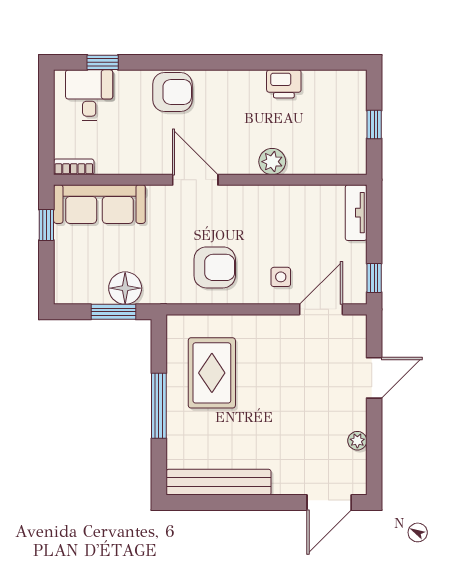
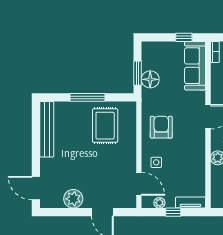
armchair: (215, 267) -> (161, 127), turned 180
plant: (356, 271) -> (159, 203), added
window: (374, 278) -> (173, 212), moved
rug: (212, 373) -> (105, 126), turned 90
plant: (357, 441) -> (73, 199), width x1.88, depth x1.88

